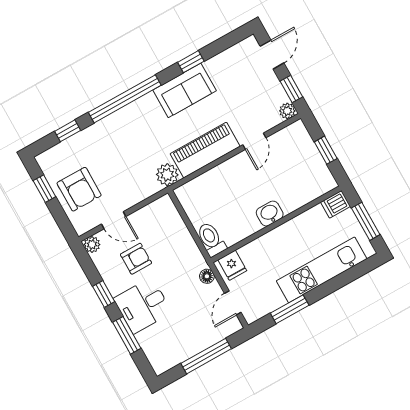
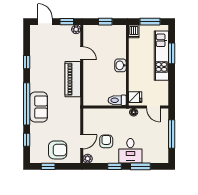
sofa: (185, 90) -> (39, 107), moved
plant: (167, 175) -> (74, 104), removed
window: (290, 309) -> (172, 53), moved

